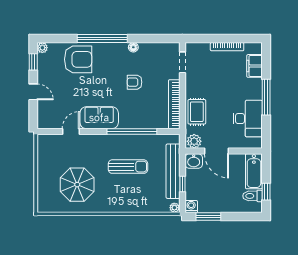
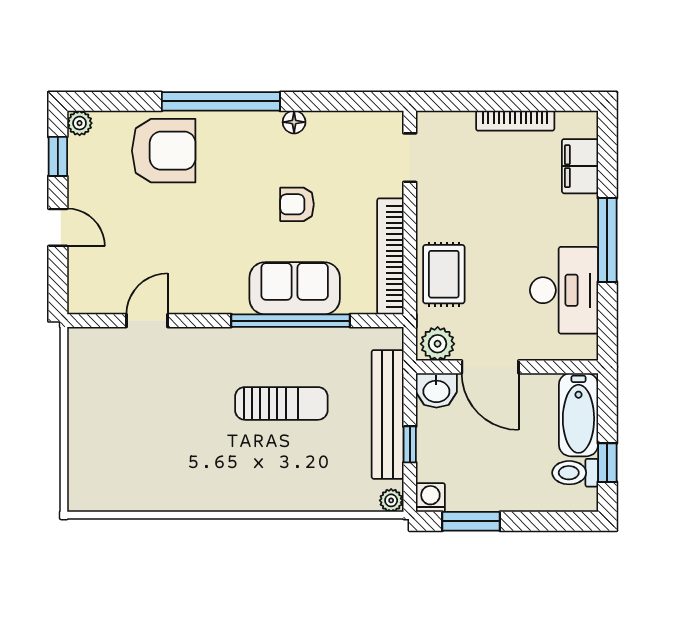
sofa: (99, 118) -> (295, 288), moved
parasol: (77, 185) -> (162, 446), removed

